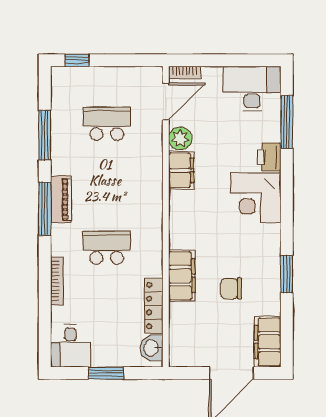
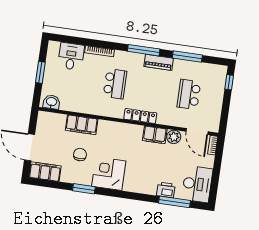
school desk: (107, 124) -> (189, 94), turned 180
printer: (269, 157) -> (166, 190), moved
corner desk: (256, 198) -> (109, 174), moved
piano: (61, 199) -> (159, 62), moved
filing cabinet: (182, 276) -> (82, 125), moved
locker: (154, 306) -> (140, 116), moved
desk: (70, 346) -> (71, 56), moved, turned 90

